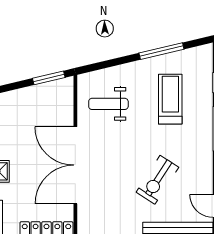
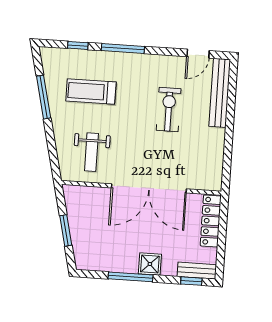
window: (49, 78) -> (66, 230), moved
exercise bike: (157, 180) -> (169, 109), turned -123

